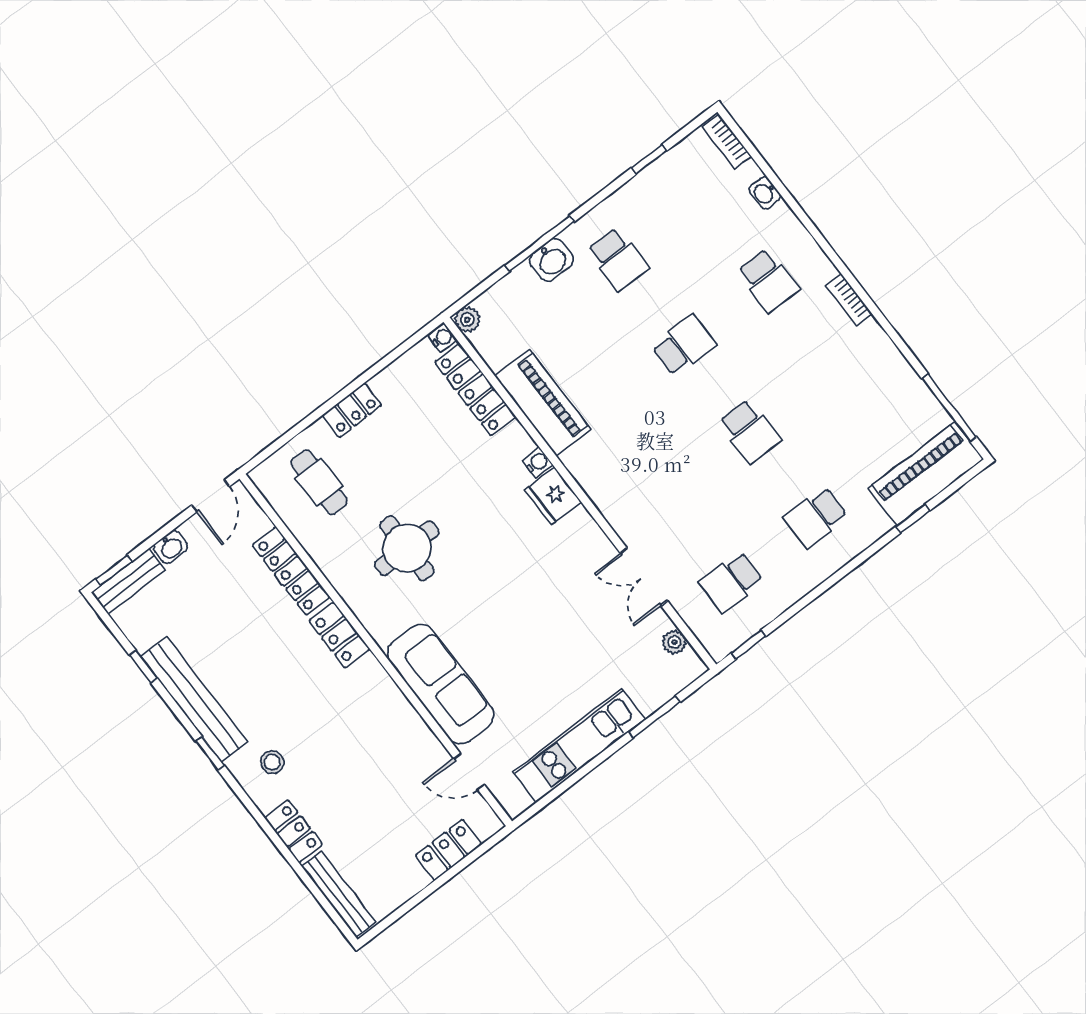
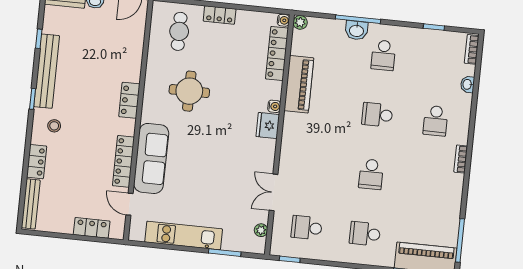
school desk: (684, 345) -> (377, 115), turned 180
locker: (291, 571) -> (123, 161), moved

